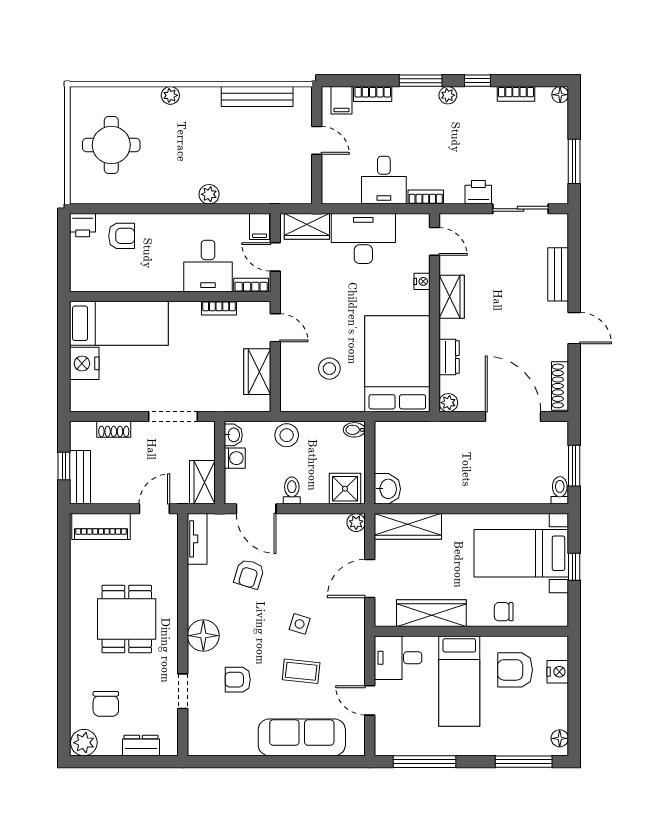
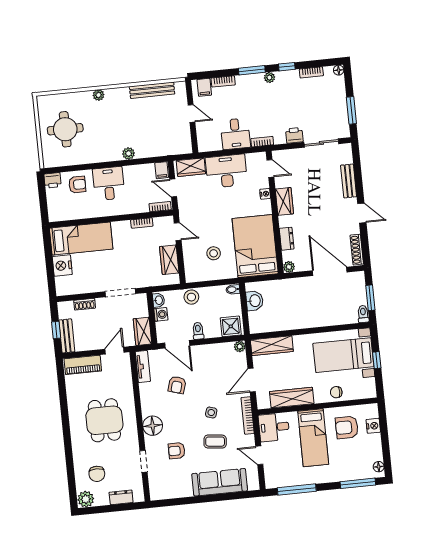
desk: (208, 266) -> (109, 184), moved, turned 180
washbasin: (387, 489) -> (255, 301), moved
bookcase: (358, 635) -> (248, 415), added

